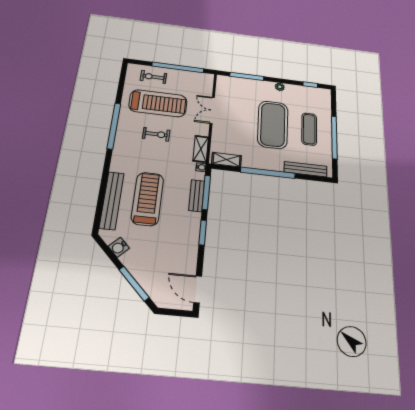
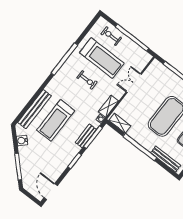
treadmill: (148, 199) -> (56, 120), turned 180

